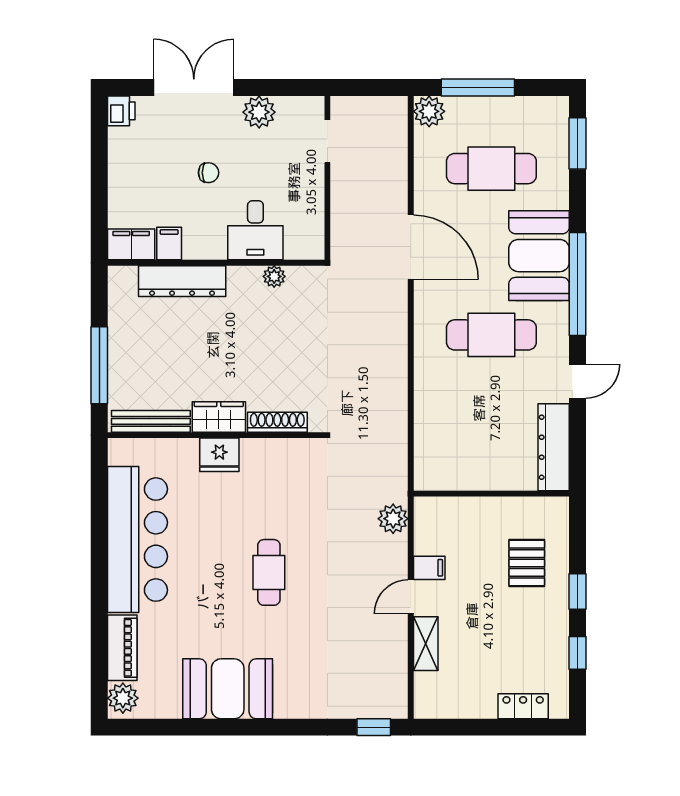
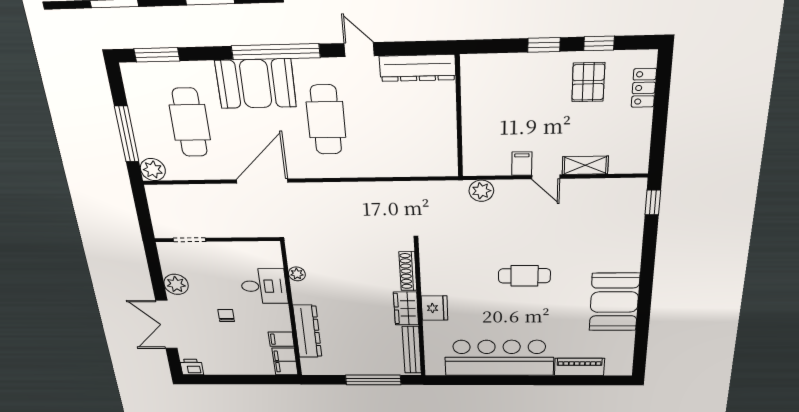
pallet: (527, 563) -> (588, 82), moved, turned 90
plant: (123, 698) -> (617, 367), removed

